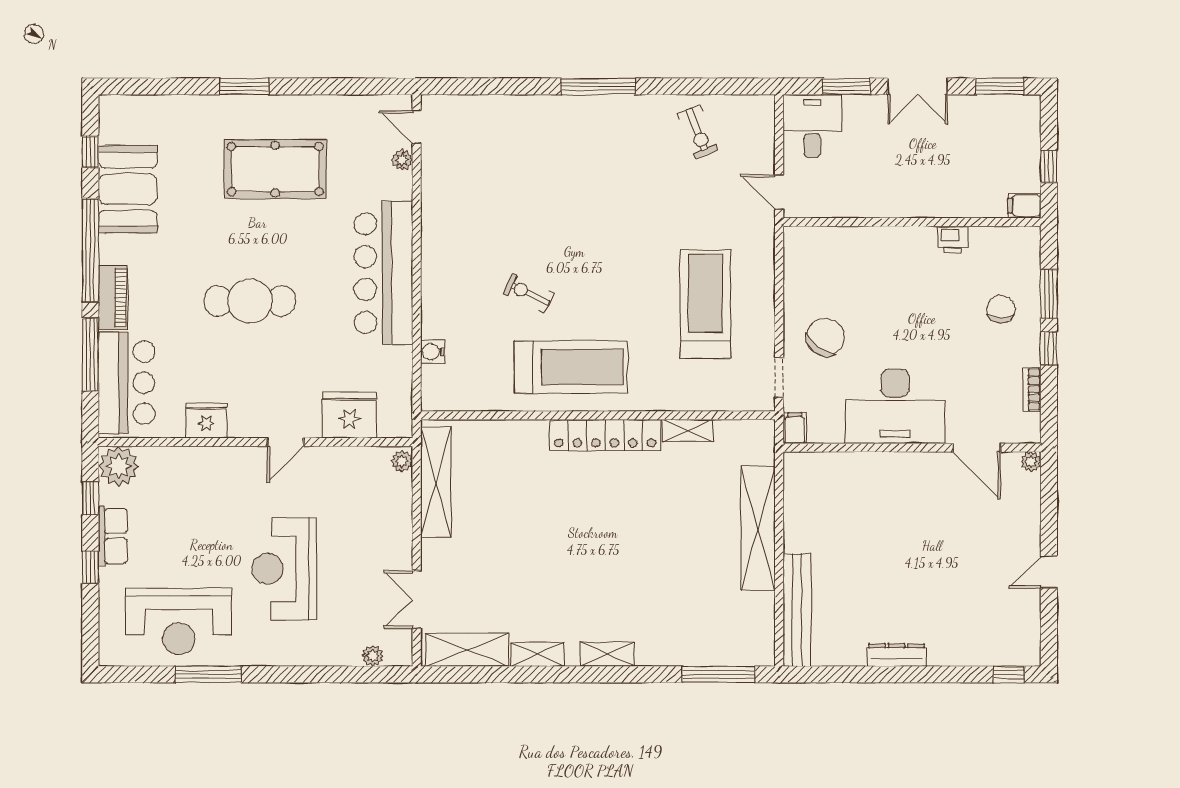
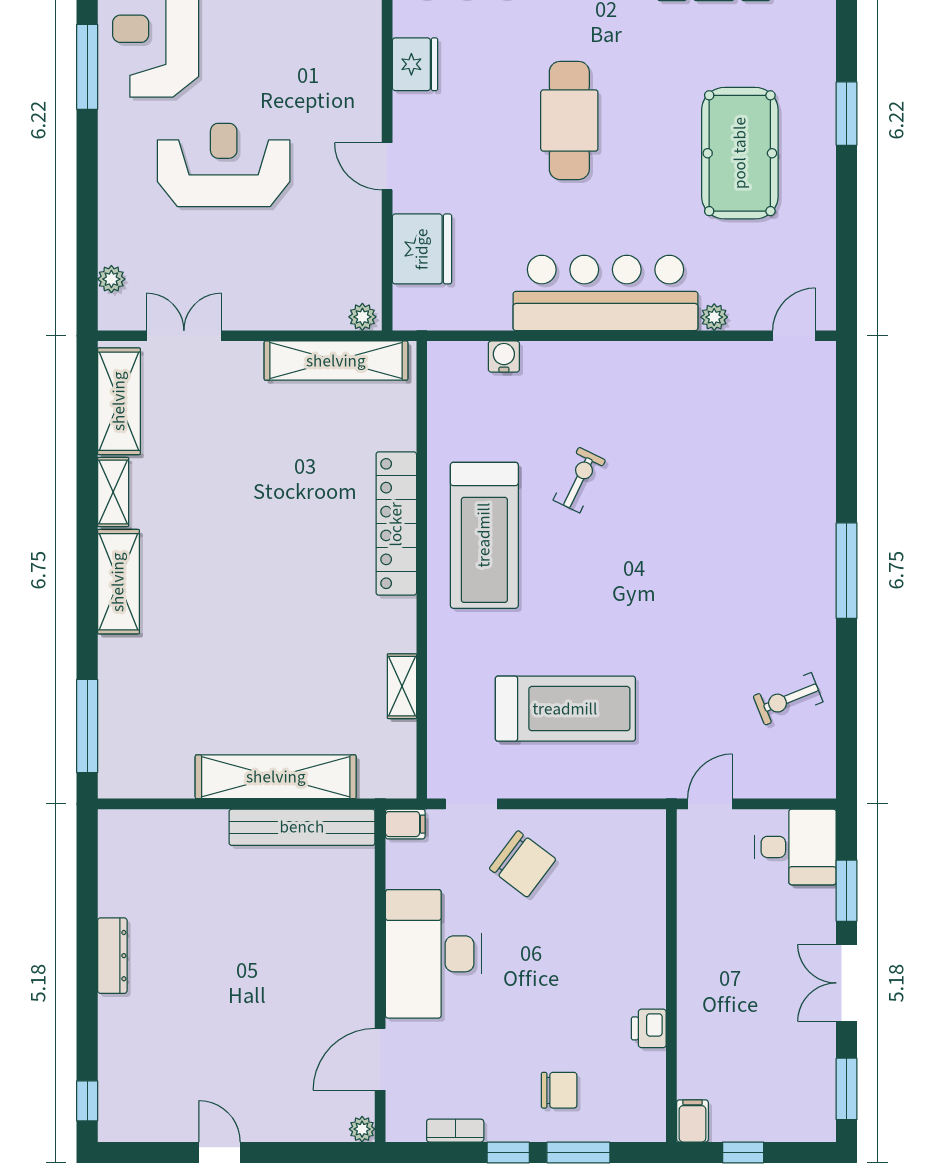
plant: (402, 160) -> (714, 317), moved
locker: (605, 435) -> (396, 524), moved
bench: (797, 610) -> (302, 827), moved
shelving: (607, 654) -> (118, 582), width x1.50, depth x1.33

